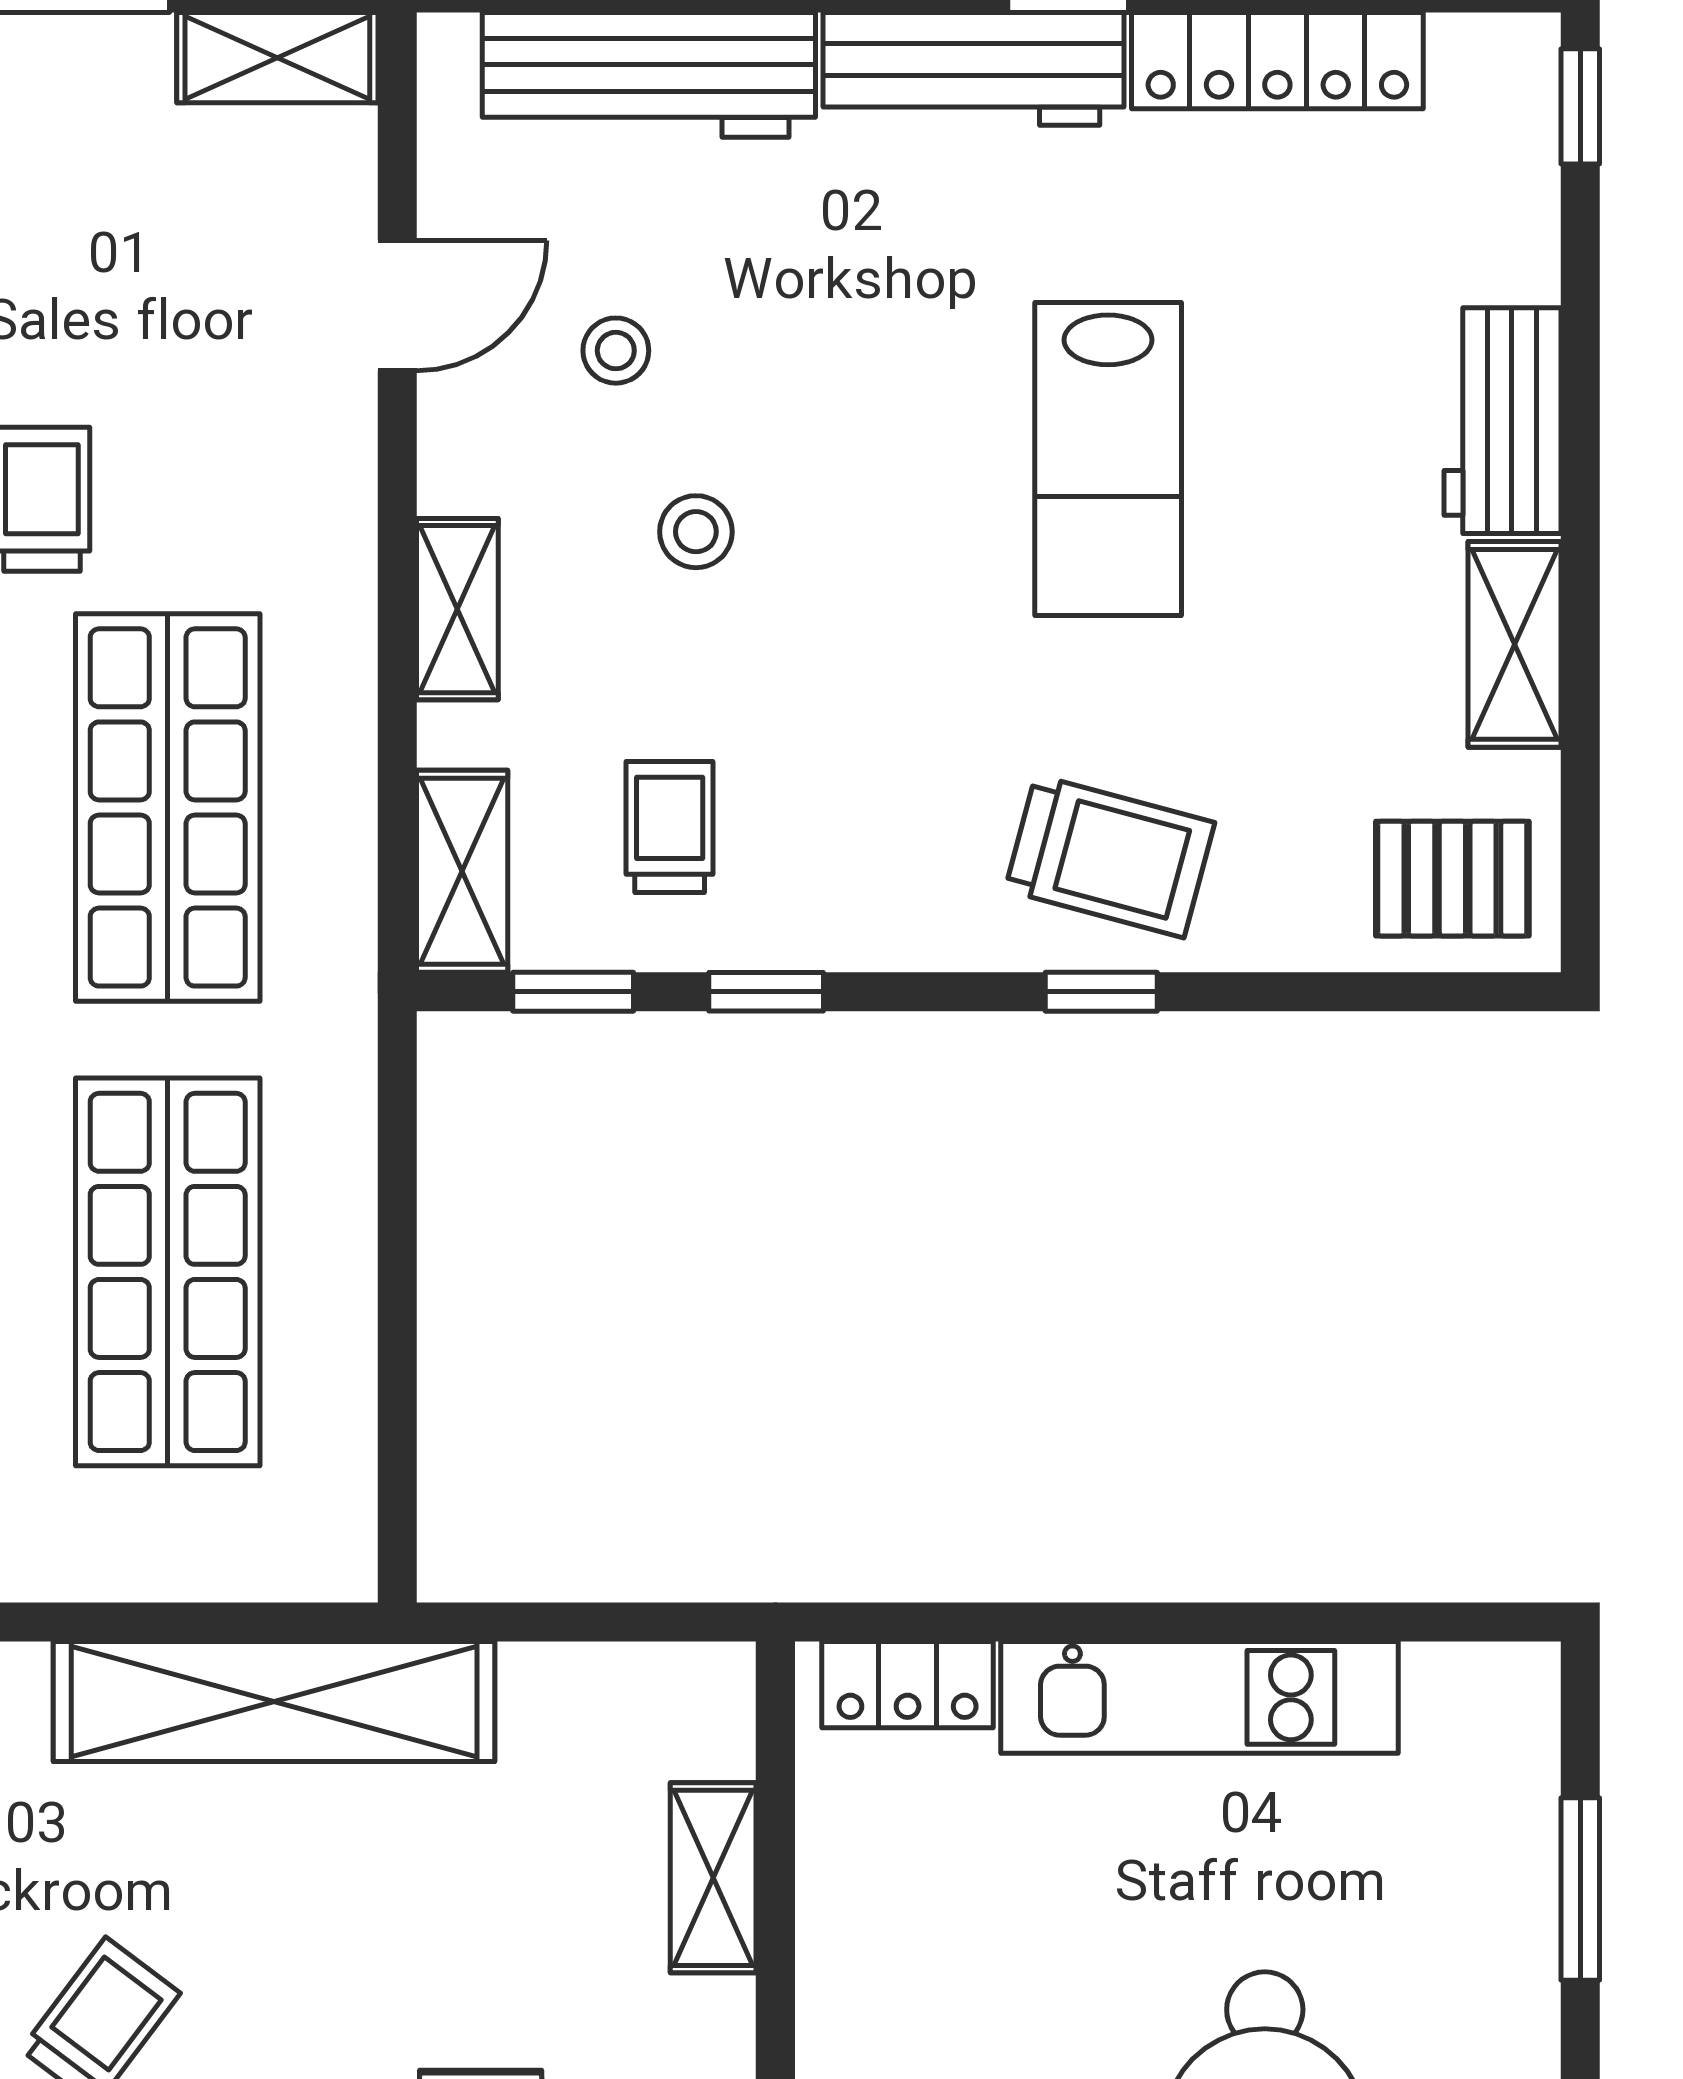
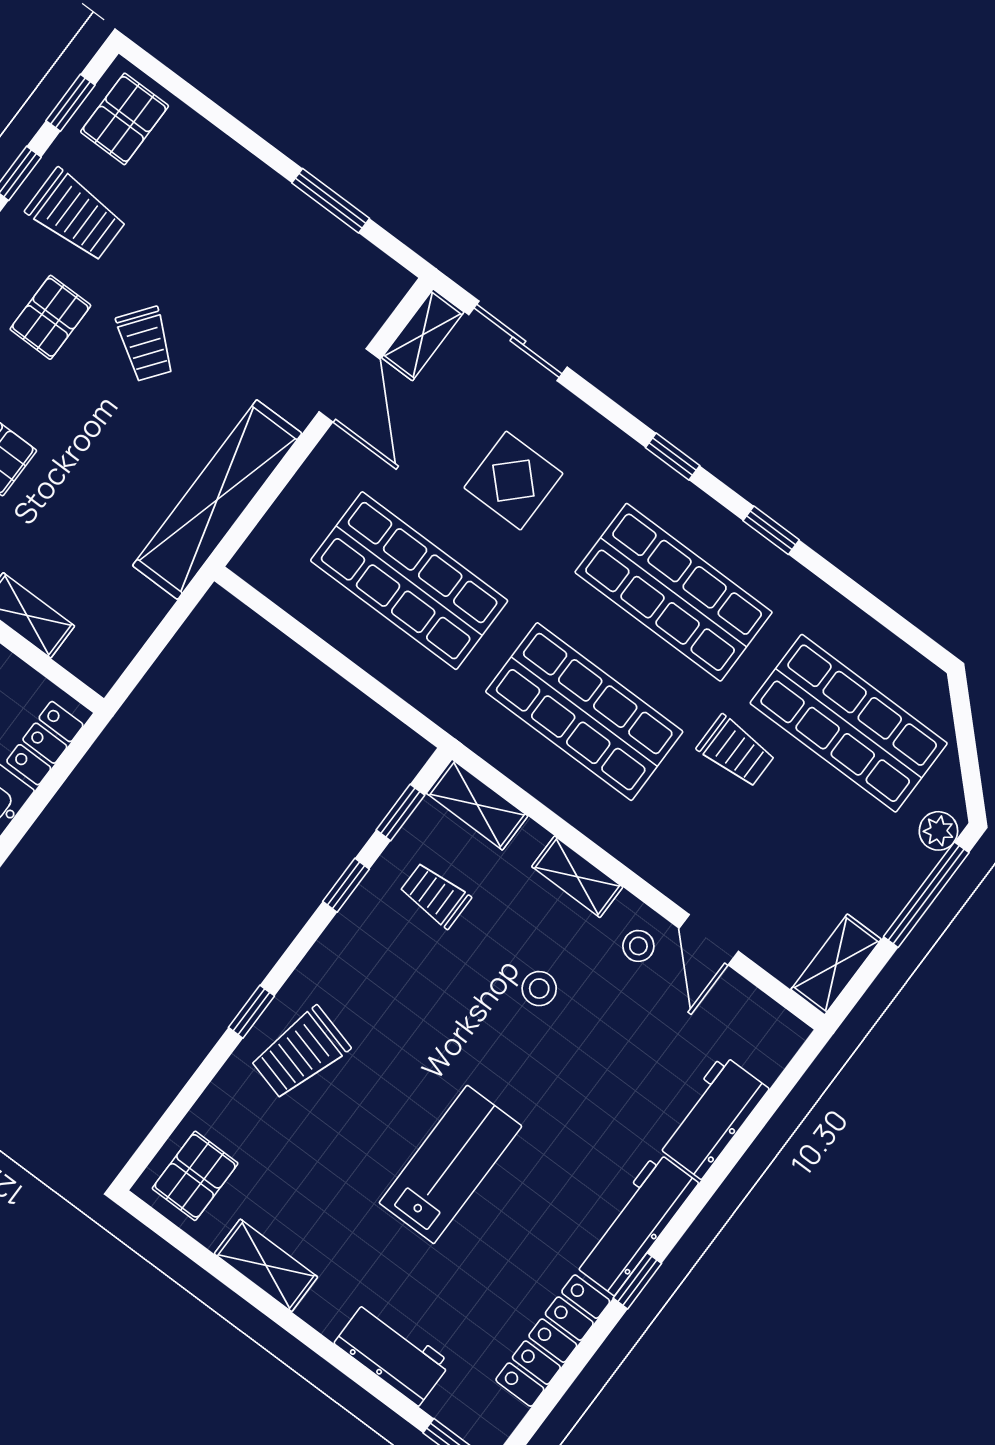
workbench: (649, 75) -> (712, 1117), width x0.73
stool: (616, 351) -> (638, 946), moved
workbench: (1502, 421) -> (392, 1353), moved
lab bench: (1108, 459) -> (450, 1164), turned 90
trolley: (670, 827) -> (435, 895), turned 180

